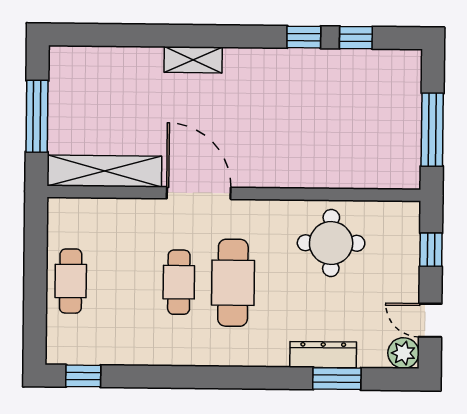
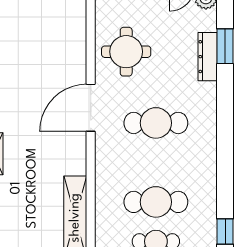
door: (199, 193) -> (91, 108), moved
cafe table: (179, 282) -> (156, 202), moved, width x1.37, depth x1.35

